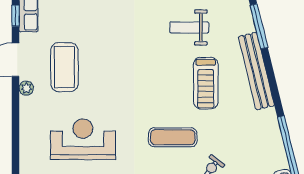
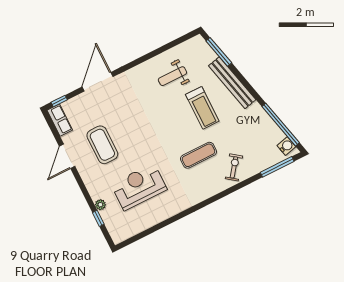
window: (16, 16) -> (98, 218), moved
plant: (26, 88) -> (100, 205), moved

